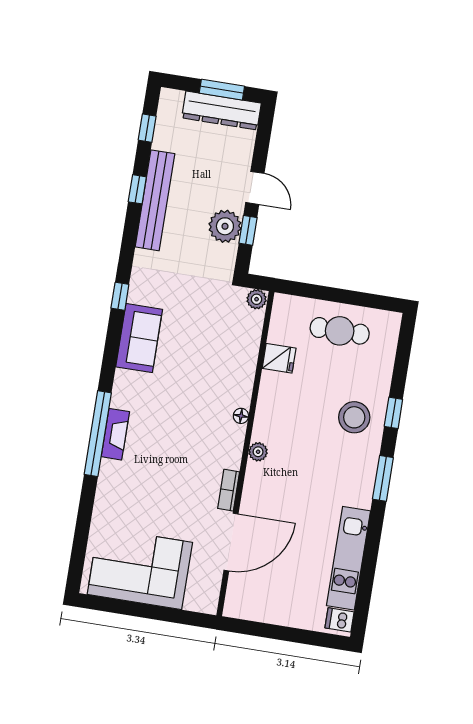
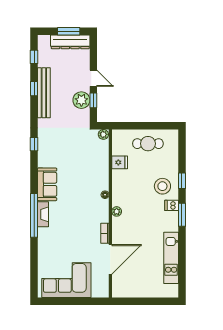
sofa: (139, 338) -> (47, 184), moved
dishwasher: (340, 620) -> (172, 205), moved

